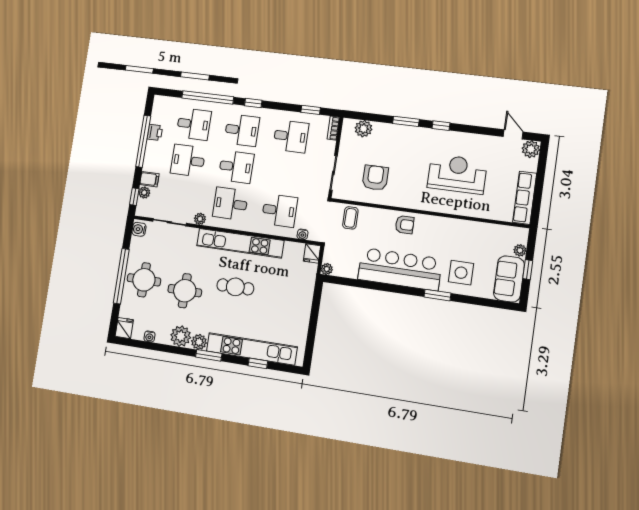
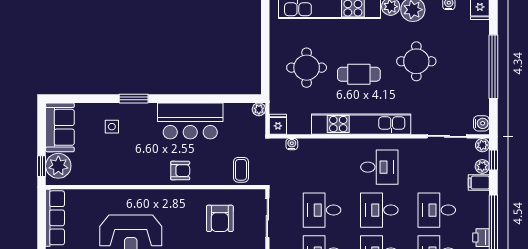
desk: (188, 161) -> (437, 210), turned 180
desk: (279, 211) -> (322, 210), moved
plant: (200, 219) -> (482, 145), moved
armchair: (405, 225) -> (180, 171), turned 180
plant: (520, 250) -> (58, 166), width x1.88, depth x1.88
bar counter: (400, 269) -> (190, 121), width x0.73
window: (528, 270) -> (42, 166), moved
side table: (461, 273) -> (112, 127), width x0.54, depth x0.54
round table: (144, 280) -> (307, 68), moved

